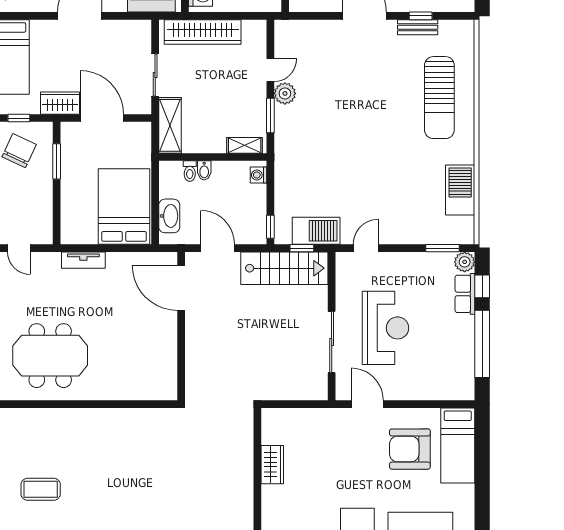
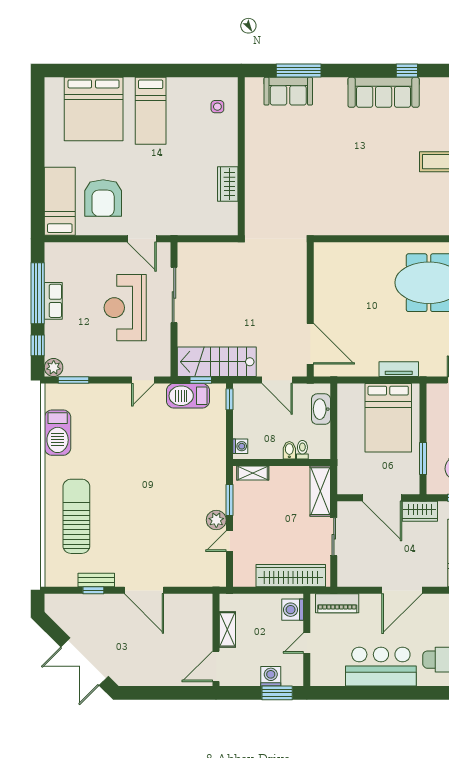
bed: (124, 206) -> (388, 418), moved
row of seats: (465, 294) -> (53, 301), moved
armchair: (410, 449) -> (103, 198), turned 90

